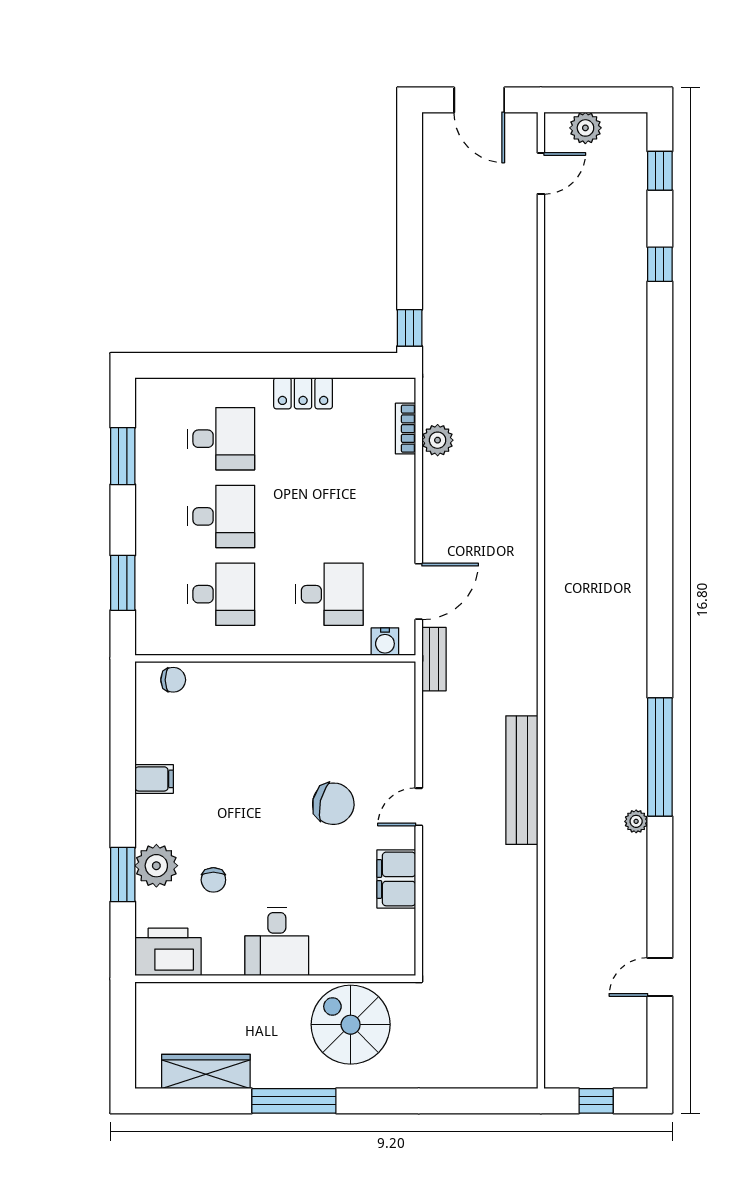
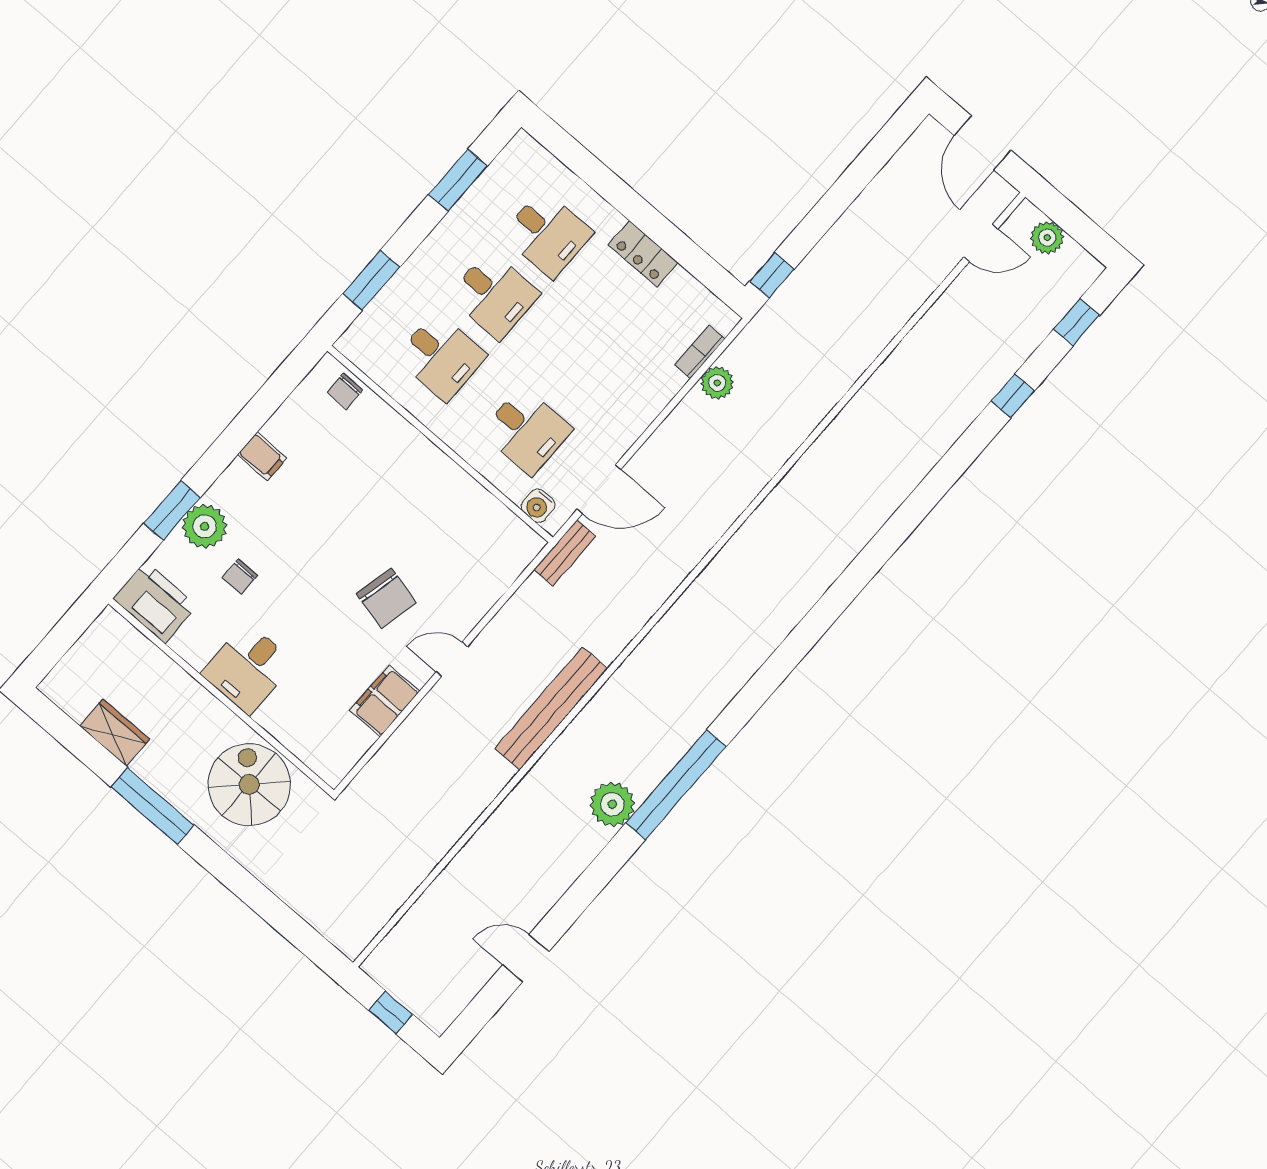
chair: (173, 680) -> (345, 391), turned 90
plant: (636, 821) -> (612, 804), width x1.87, depth x1.87
wardrobe: (206, 1072) -> (115, 733), width x0.67

